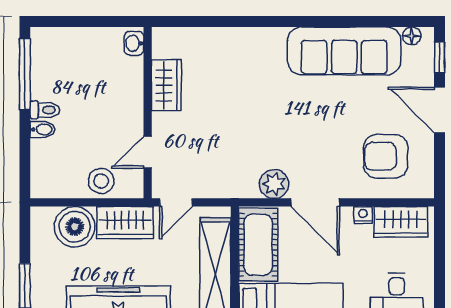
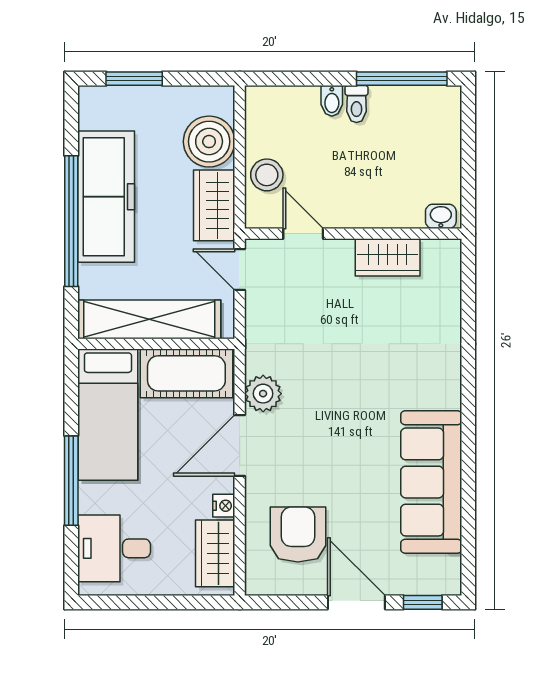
floor lamp: (412, 36) -> (450, 567), removed
door: (439, 110) -> (356, 602), hinge flipped

